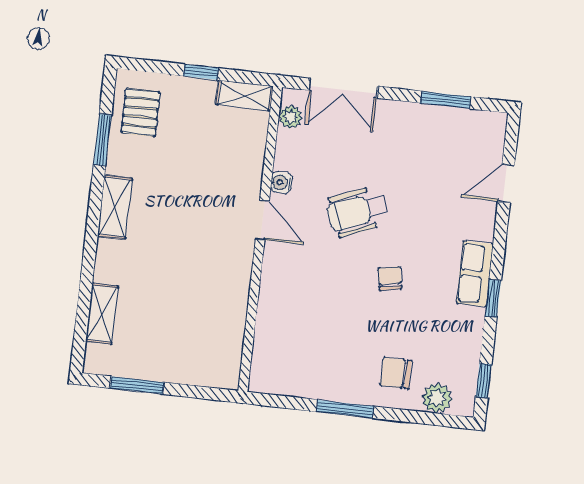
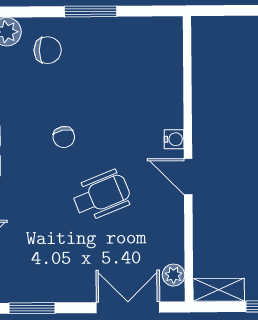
water cooler: (281, 183) -> (174, 139), moved

